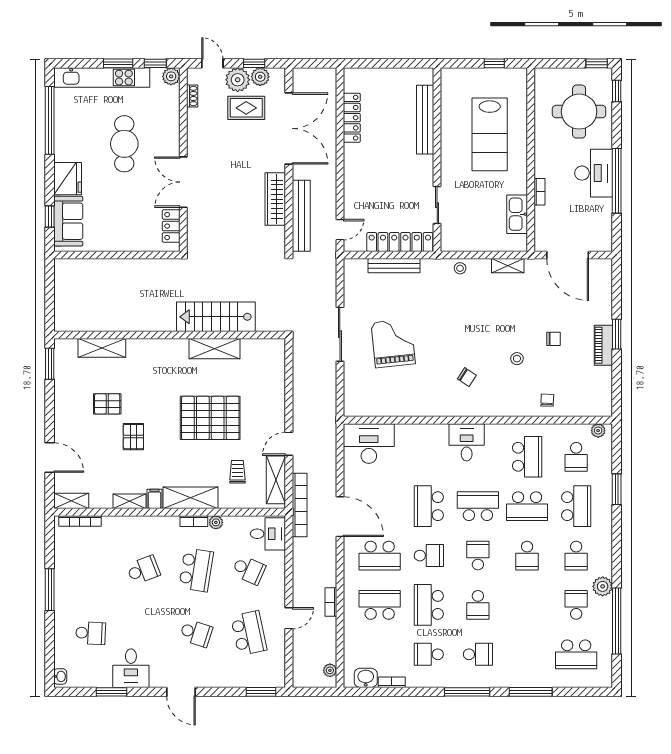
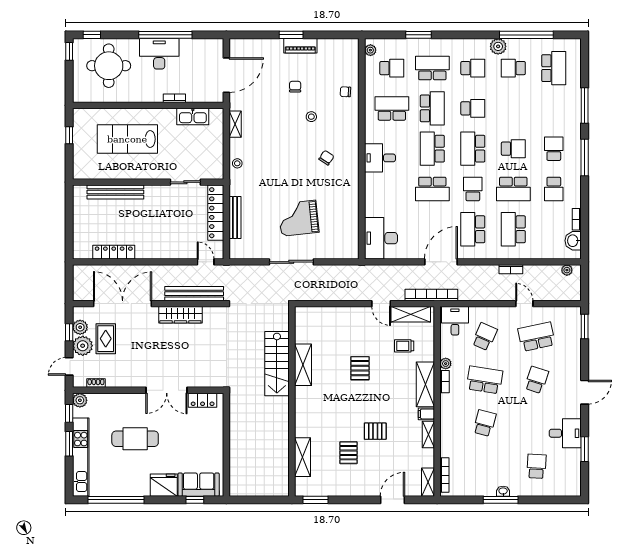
lab bench: (490, 134) -> (127, 139), turned 180
pallet: (210, 418) -> (360, 368), width x0.49, depth x0.50
school desk: (380, 556) -> (473, 229), turned 180
school desk: (478, 556) -> (473, 149), width x1.85
school desk: (143, 570) -> (485, 423), turned 36
washbasin: (60, 676) -> (503, 491), moved

